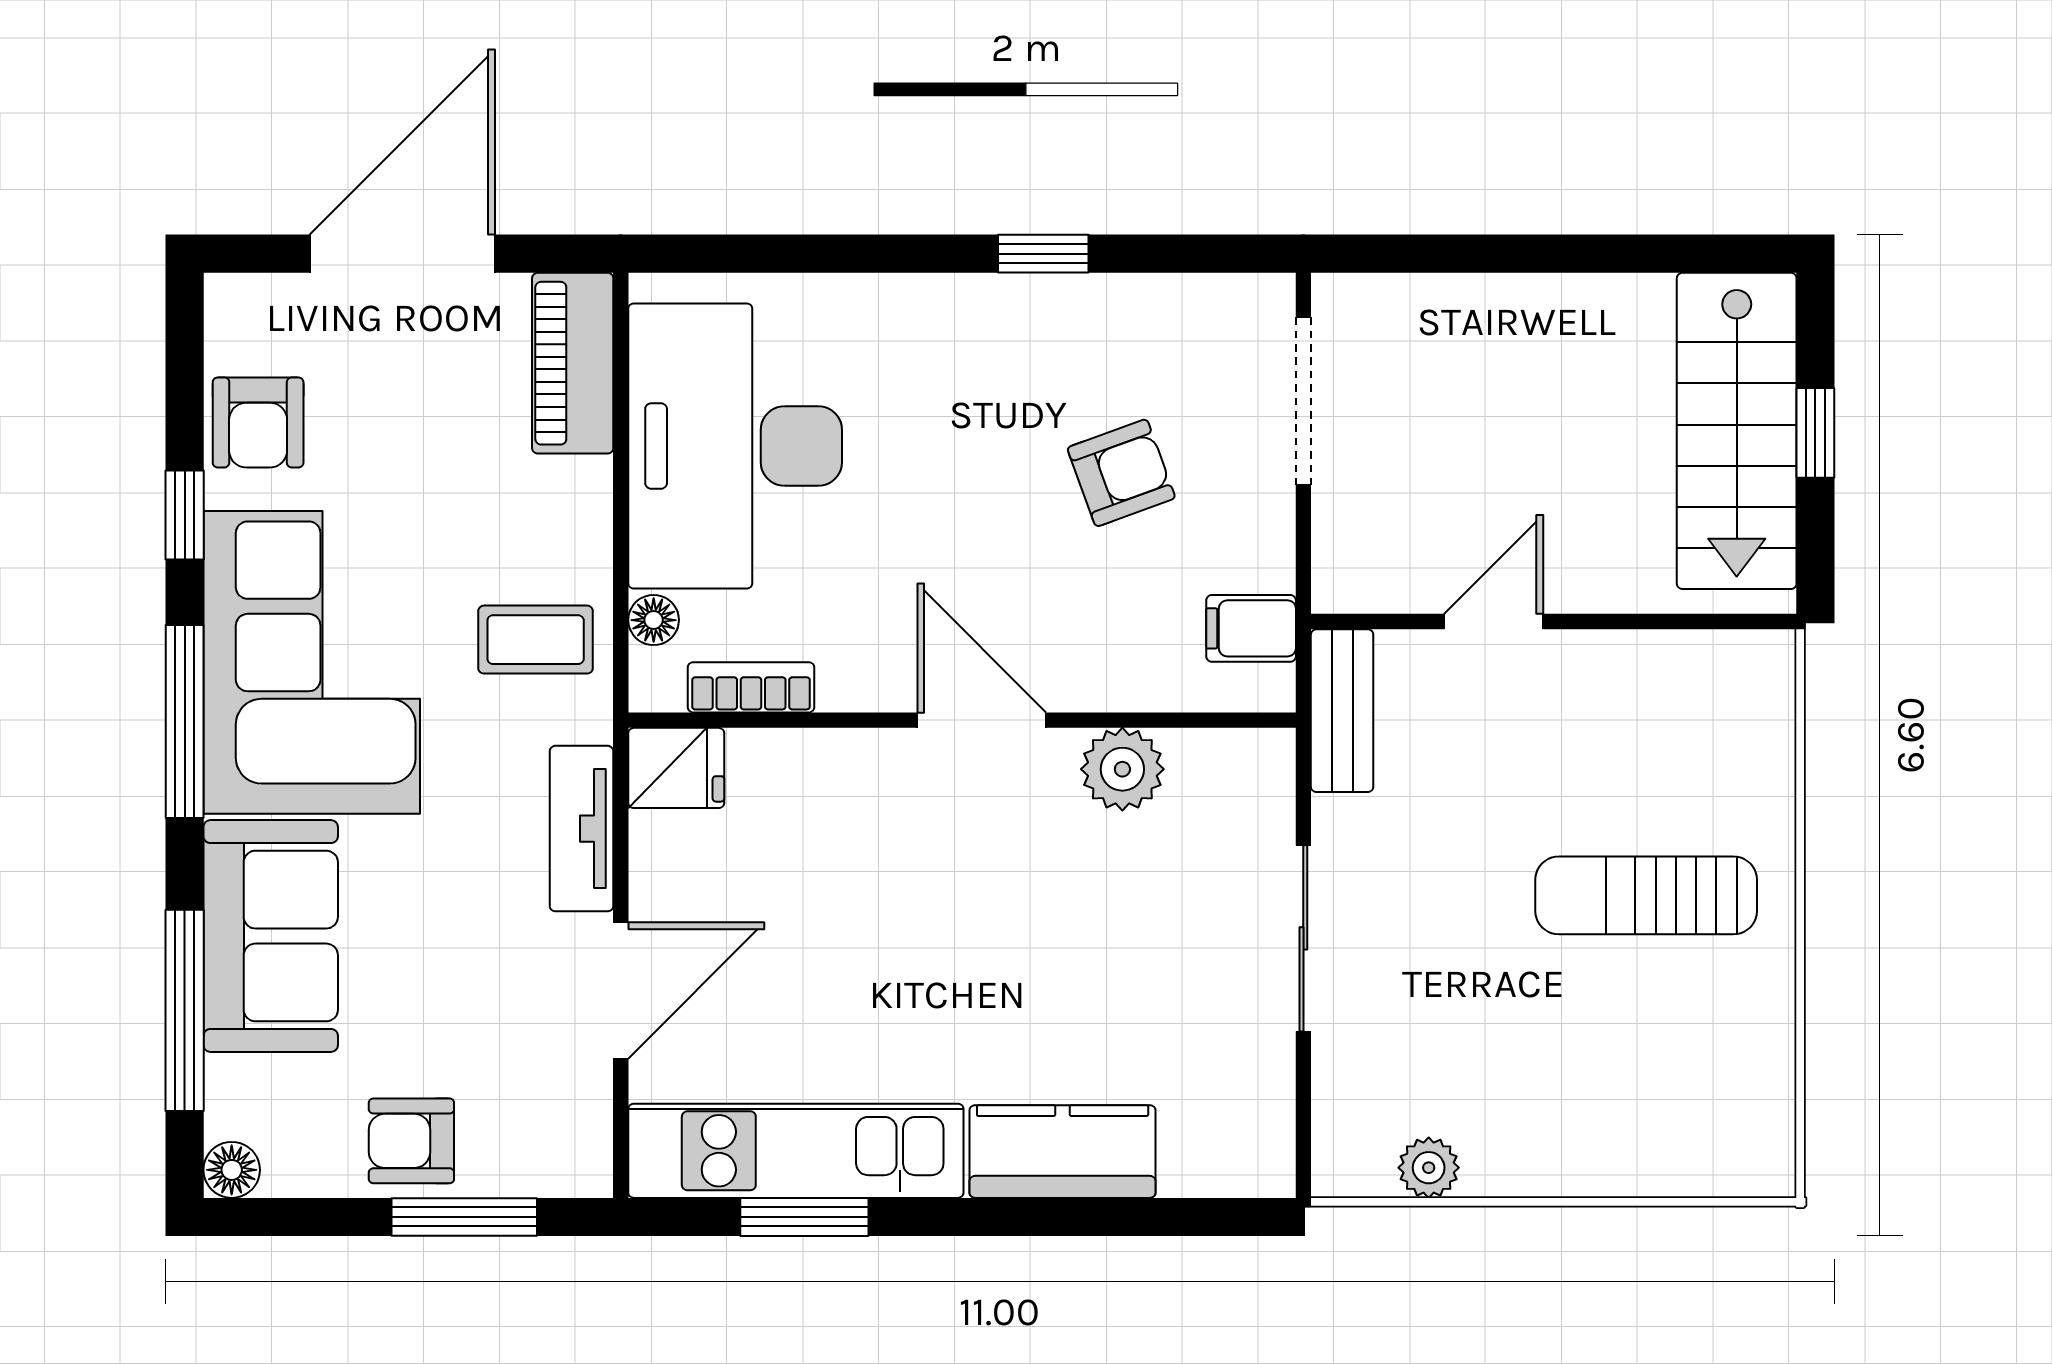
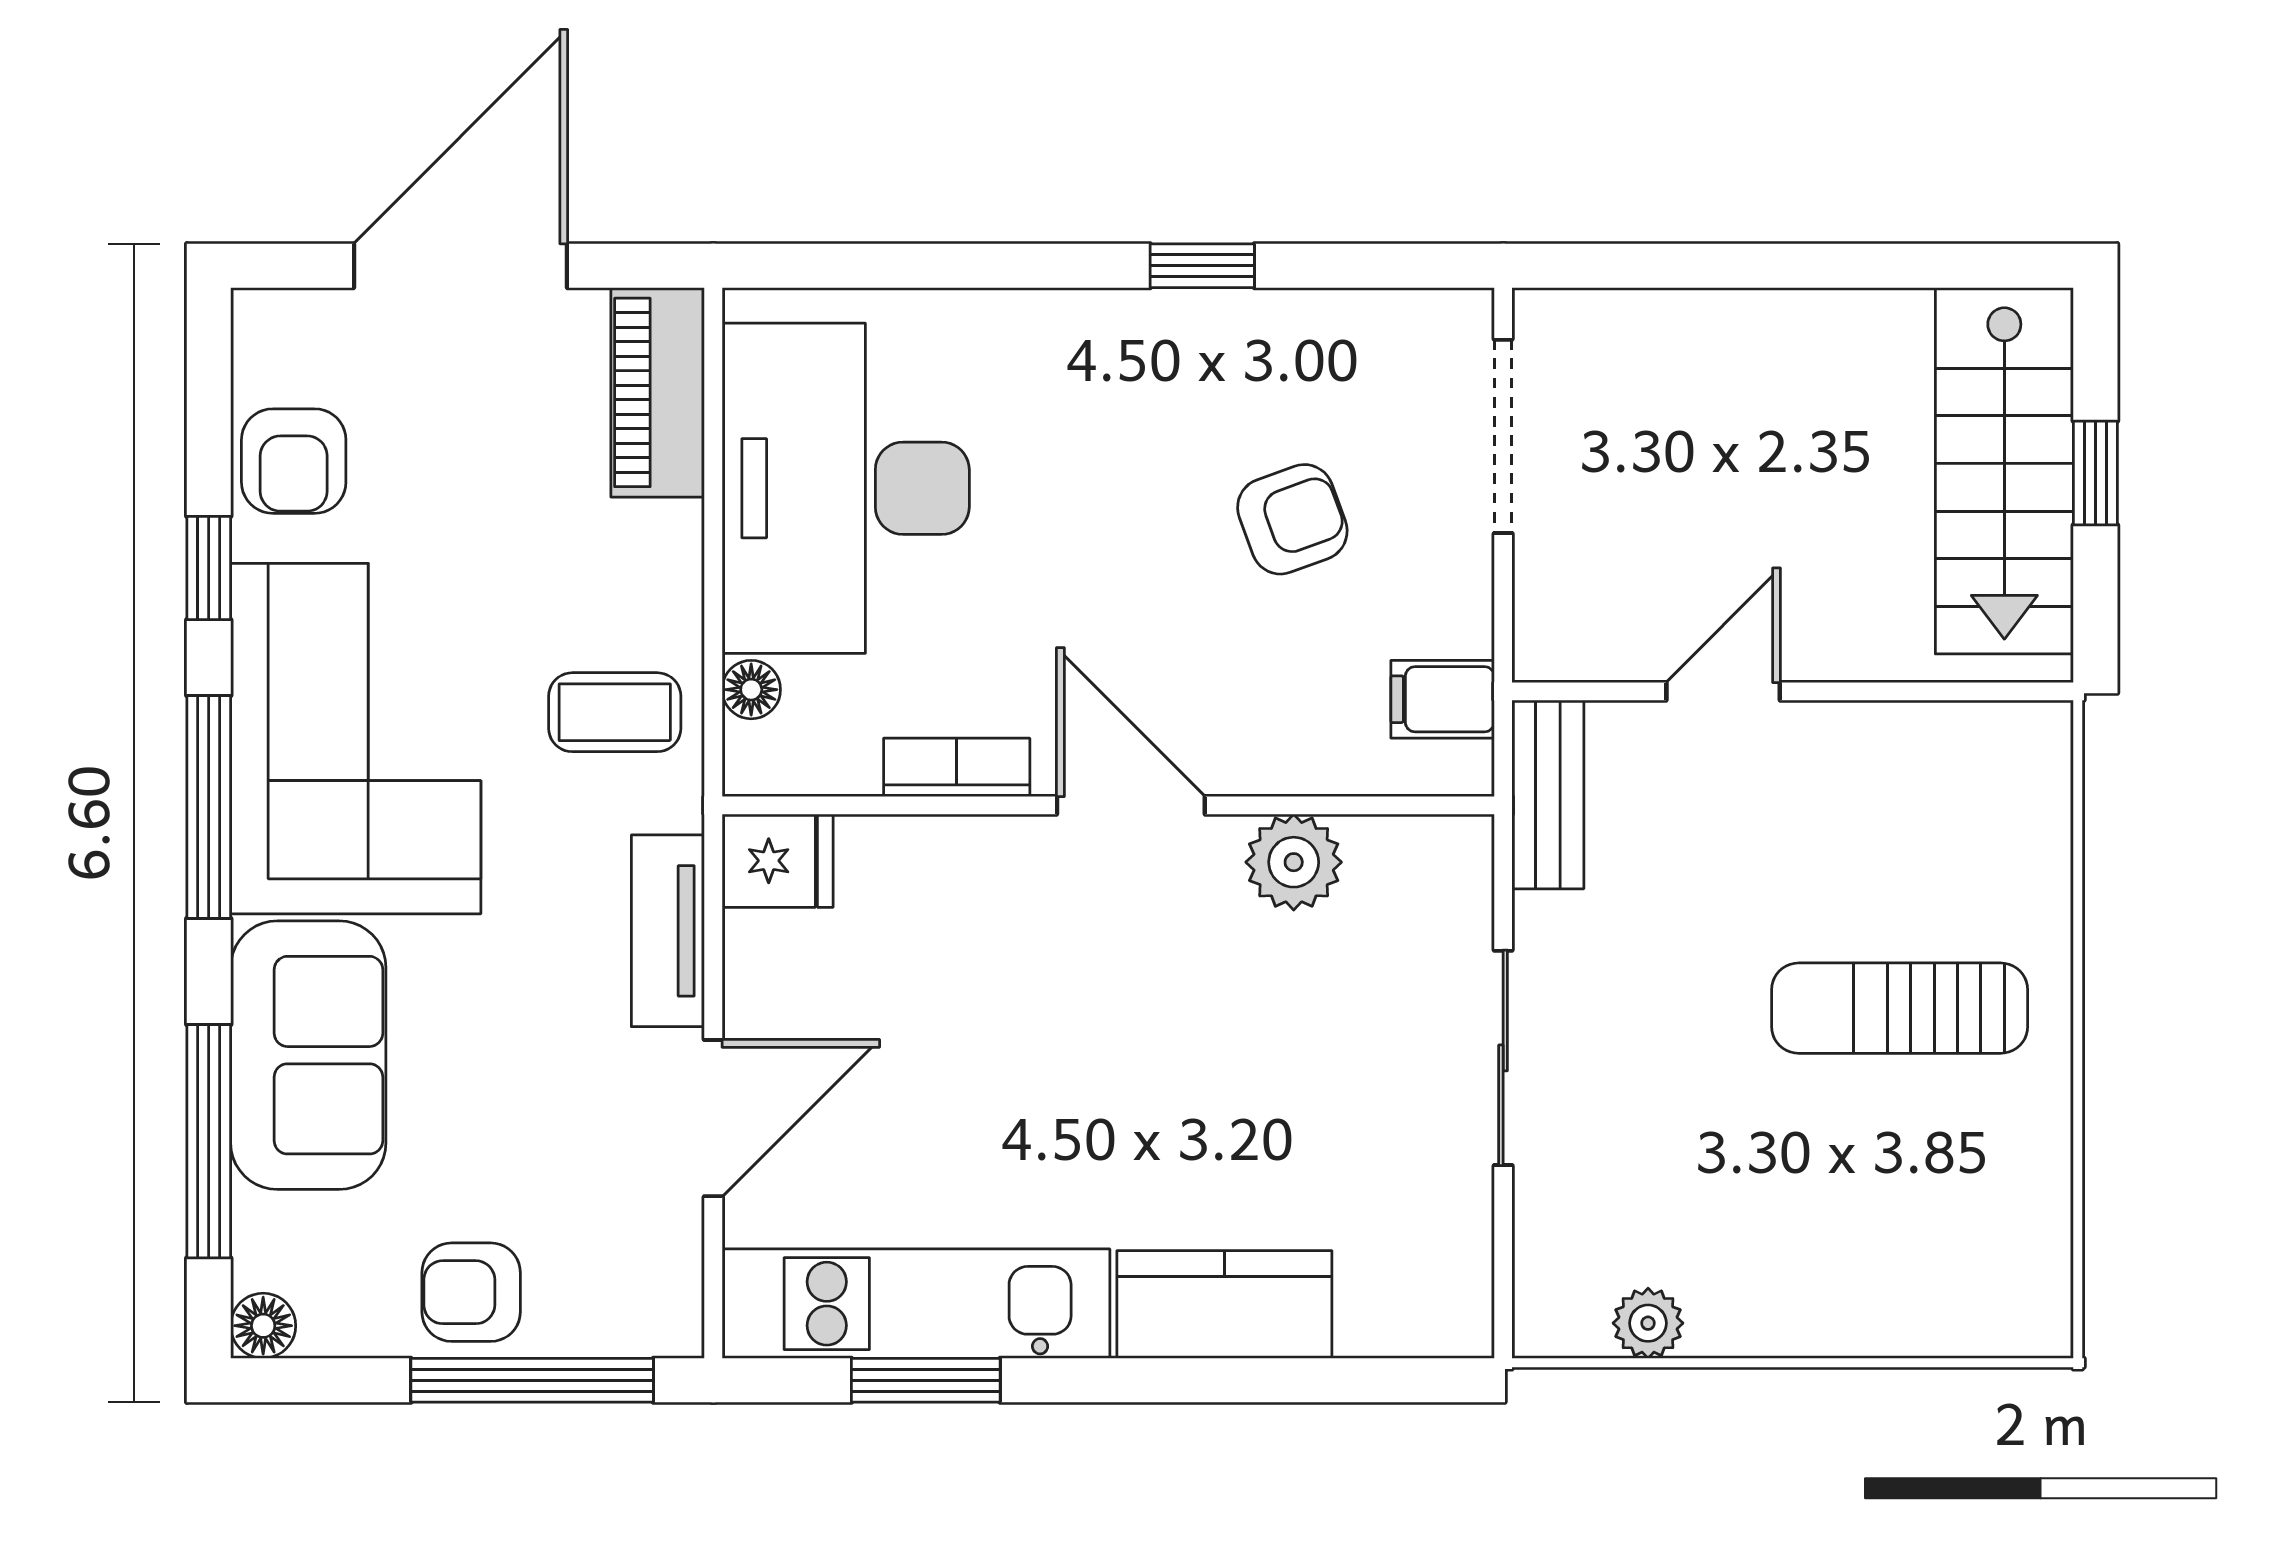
bookcase: (751, 687) -> (957, 767), moved
window: (464, 1217) -> (532, 1380), width x1.44

